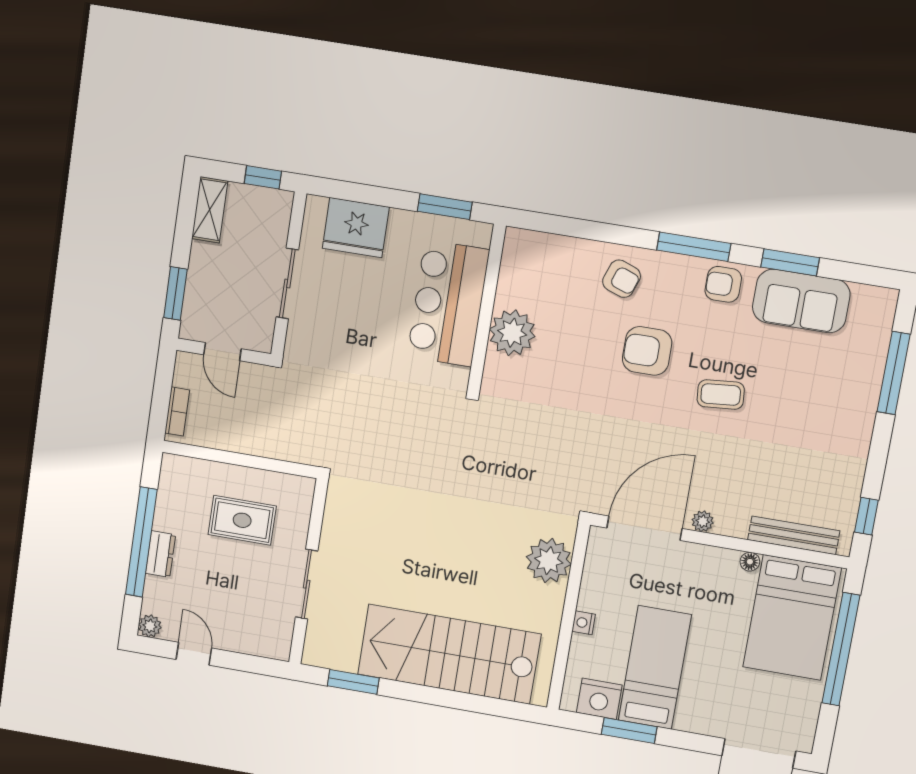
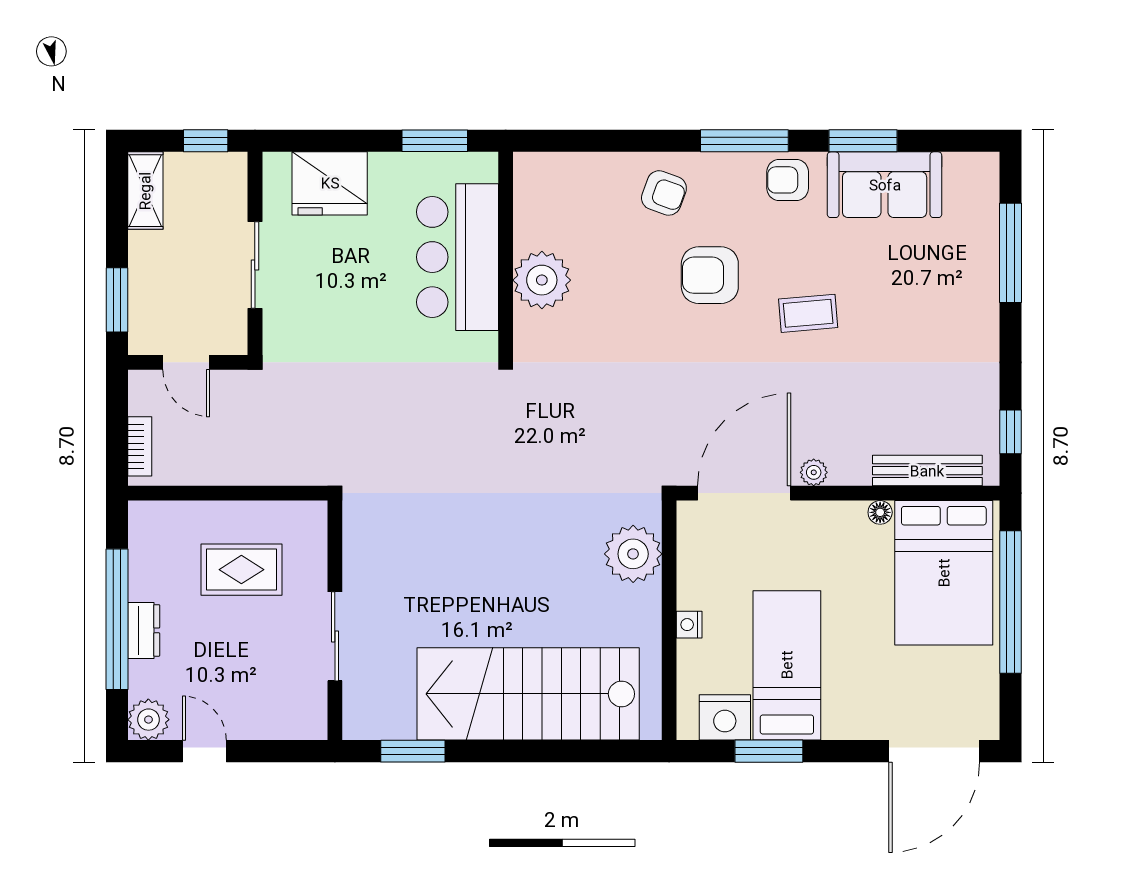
plant: (150, 626) -> (148, 720), width x1.38, depth x1.38

